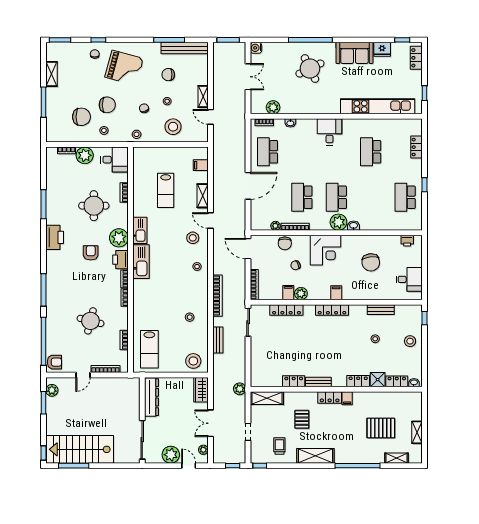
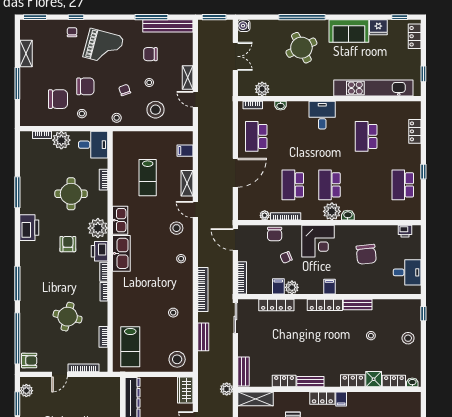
bench: (381, 310) -> (358, 305), moved
bench: (256, 372) -> (244, 371), added

